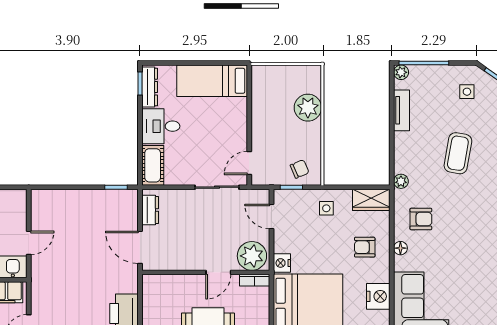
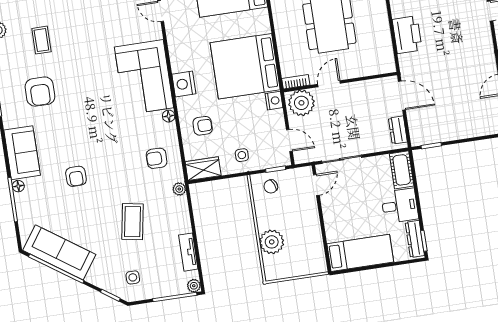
floor lamp: (400, 248) -> (169, 116), moved

